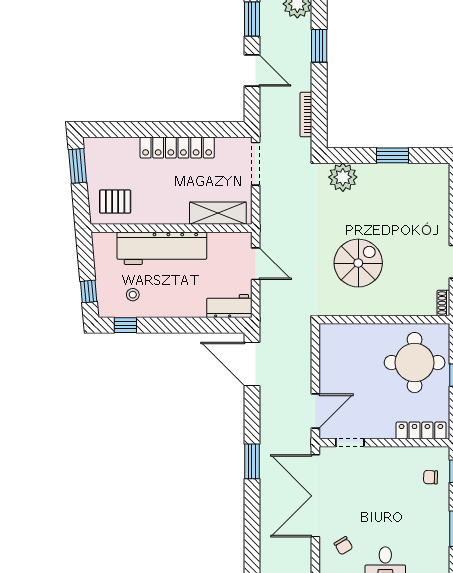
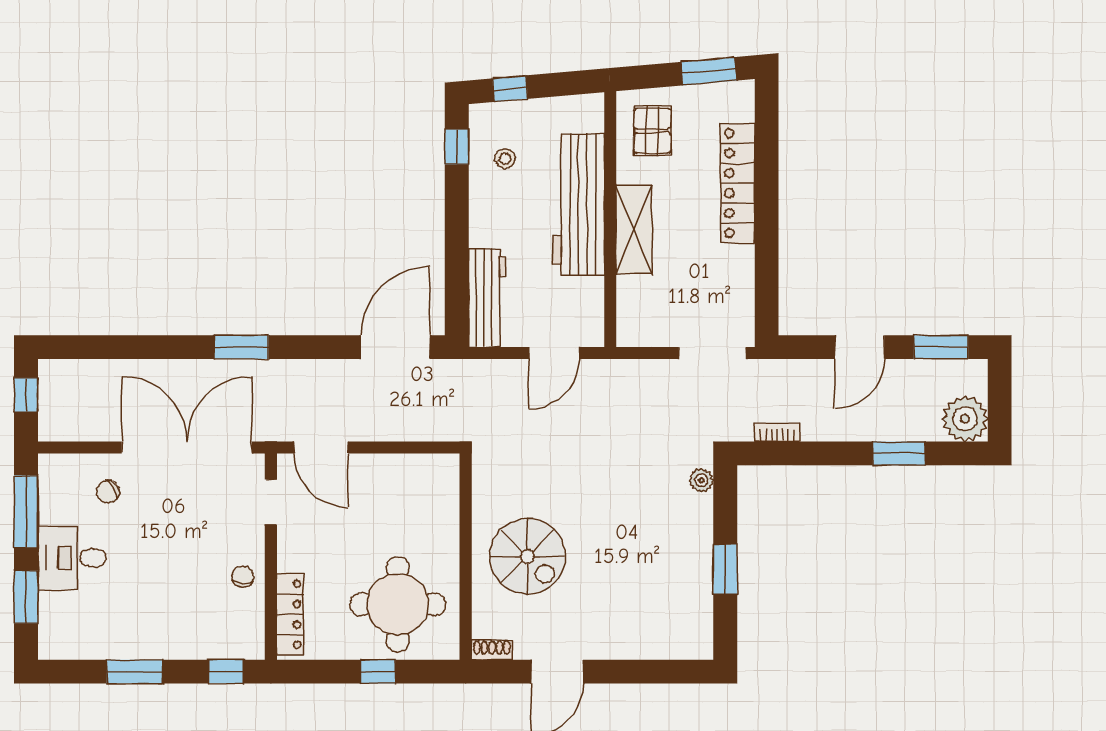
bookcase: (306, 115) -> (777, 432), width x0.64
locker: (177, 148) -> (738, 183), moved
plant: (343, 177) -> (701, 480), width x0.53, depth x0.53
shelving: (218, 213) -> (634, 229), moved
spiral stairs: (358, 263) -> (527, 556), moved
workbench: (229, 306) -> (487, 298), width x1.38
chair: (431, 477) -> (243, 577), moved

